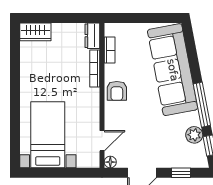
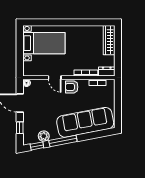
wardrobe: (35, 32) -> (109, 40), width x1.50
door: (102, 141) -> (55, 78), moved

